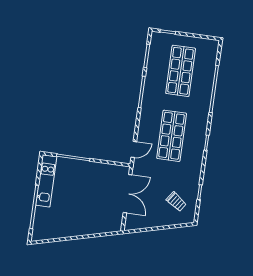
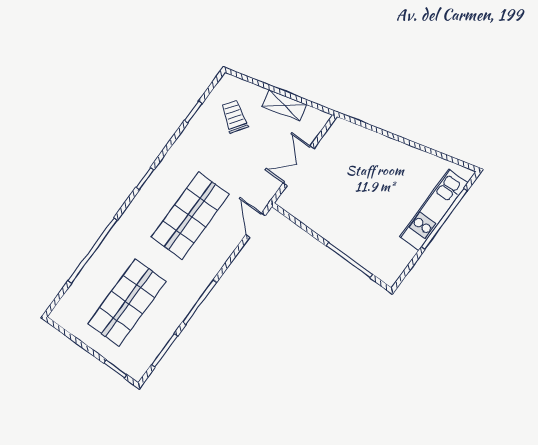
door: (134, 149) -> (256, 225), hinge flipped
kitchen unit: (46, 181) -> (434, 210), moved
double door: (128, 194) -> (299, 166), width x0.73
shelving: (153, 222) -> (284, 105), added

